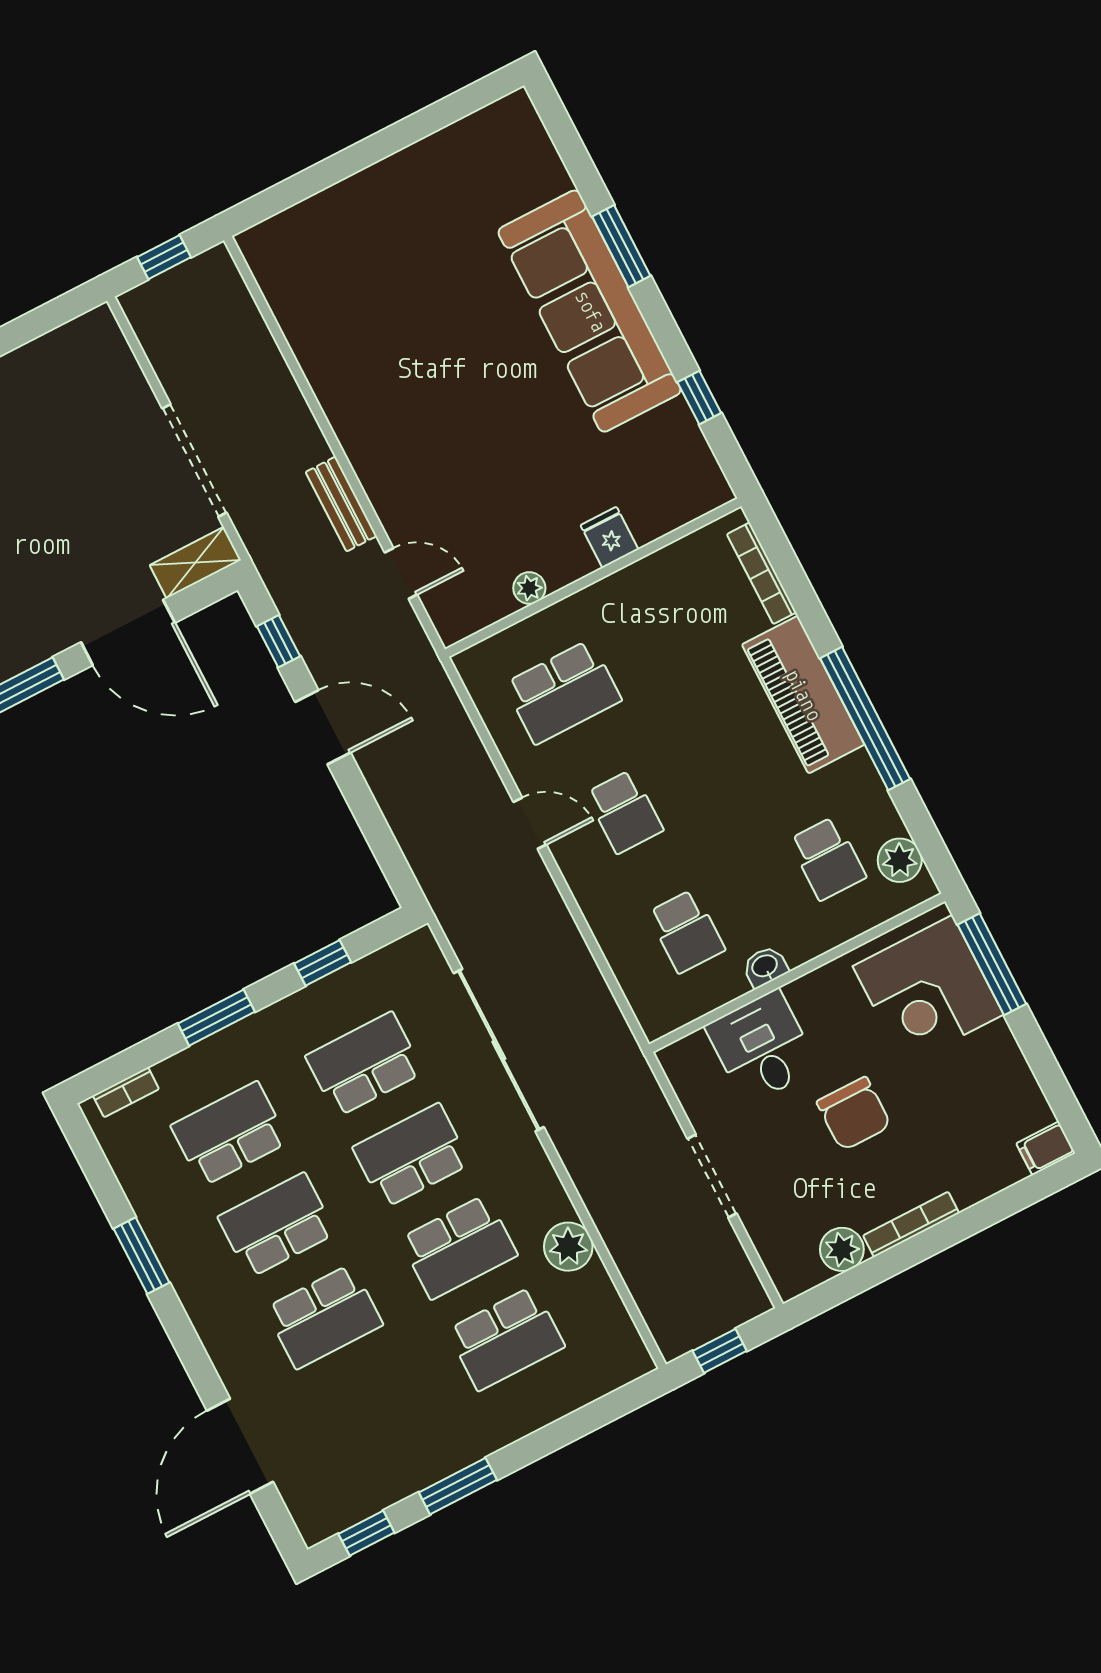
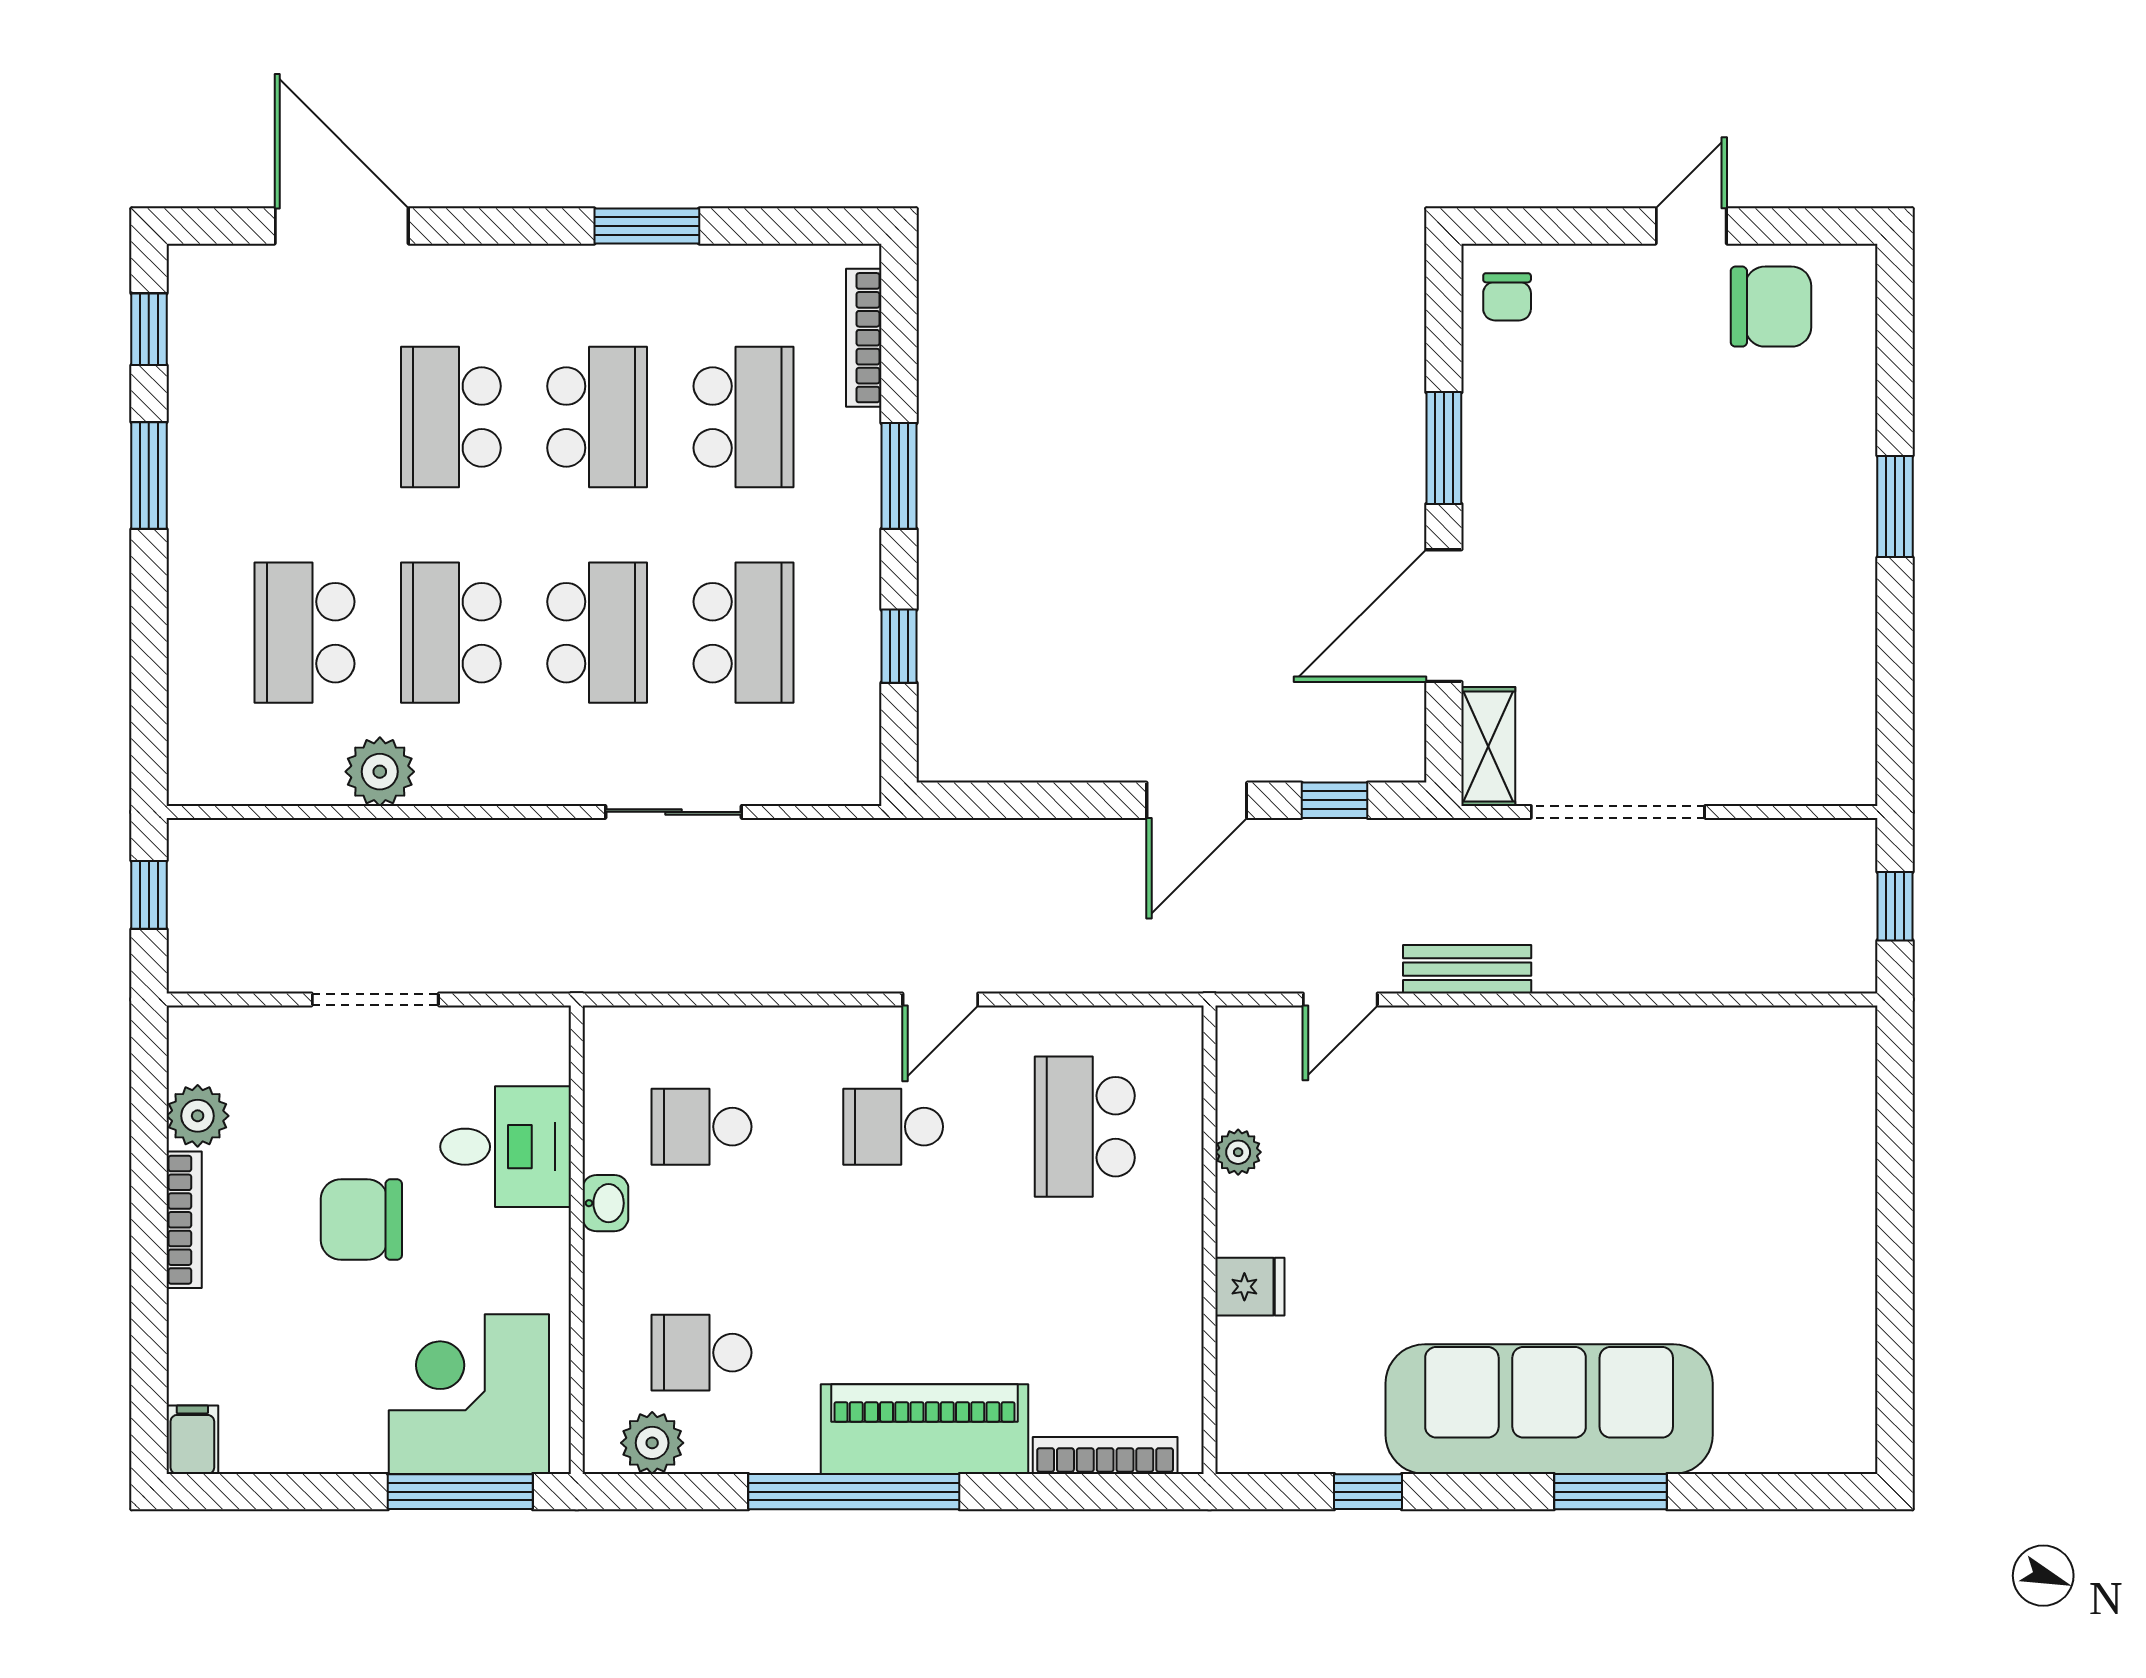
sliding door: (499, 1050) -> (674, 812), width x0.54
bookcase: (126, 1092) -> (864, 338), width x1.56

